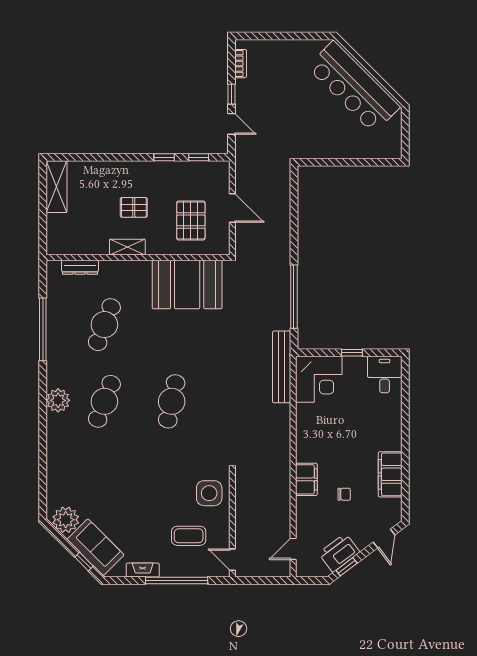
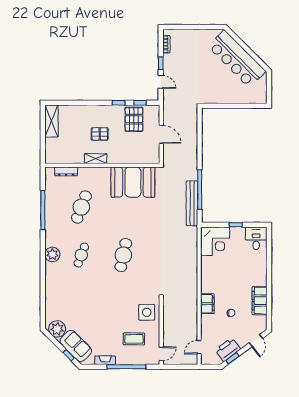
pallet: (191, 220) -> (134, 119), moved
bench: (282, 367) -> (192, 203), moved
cafe table: (104, 401) -> (81, 255), width x0.73, depth x0.74
door: (232, 560) -> (161, 354), swing flipped

